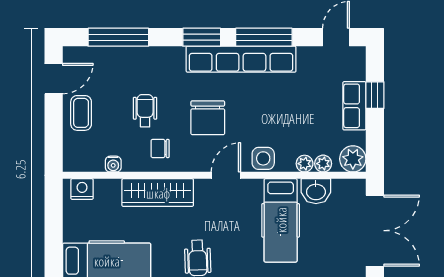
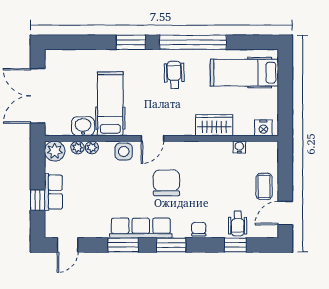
window: (118, 37) -> (235, 245), width x0.46
window: (264, 37) -> (123, 245), width x0.69
row of seats: (241, 59) -> (141, 228), width x0.73
wheelchair: (145, 111) -> (238, 224), moved
chair: (160, 148) -> (199, 229), moved, turned -90
wardrobe: (158, 193) -> (214, 125), width x0.67

